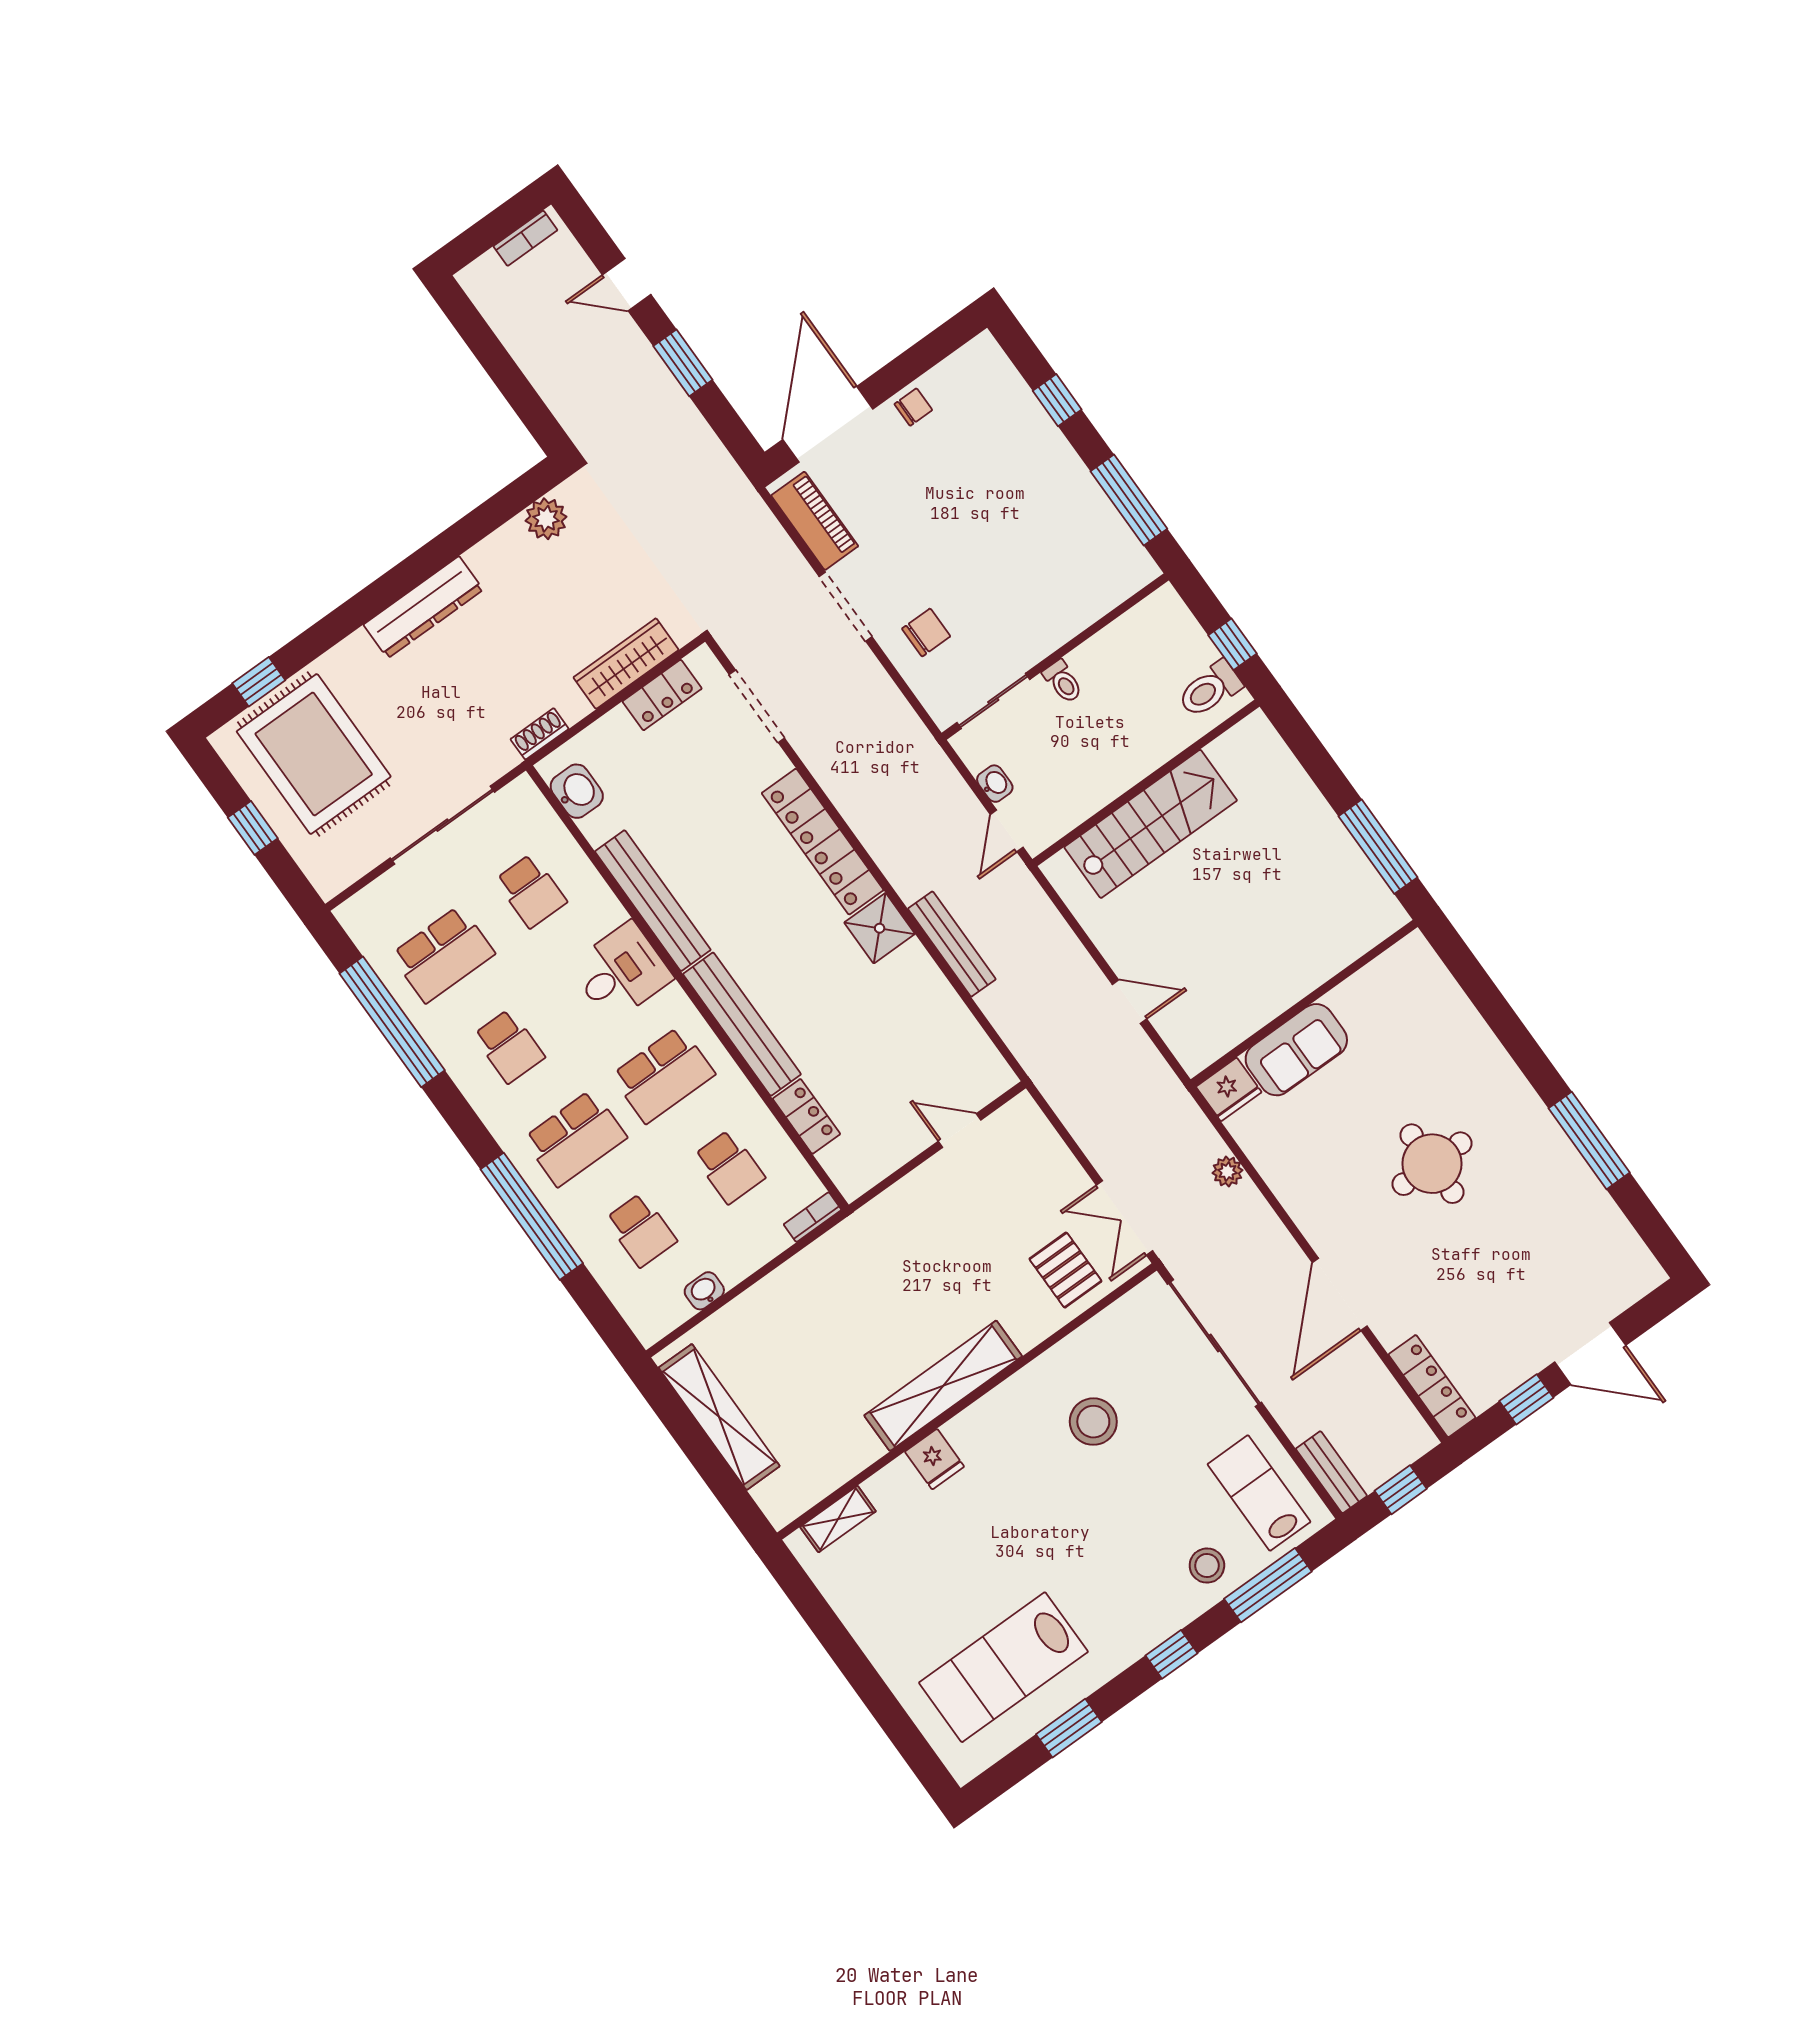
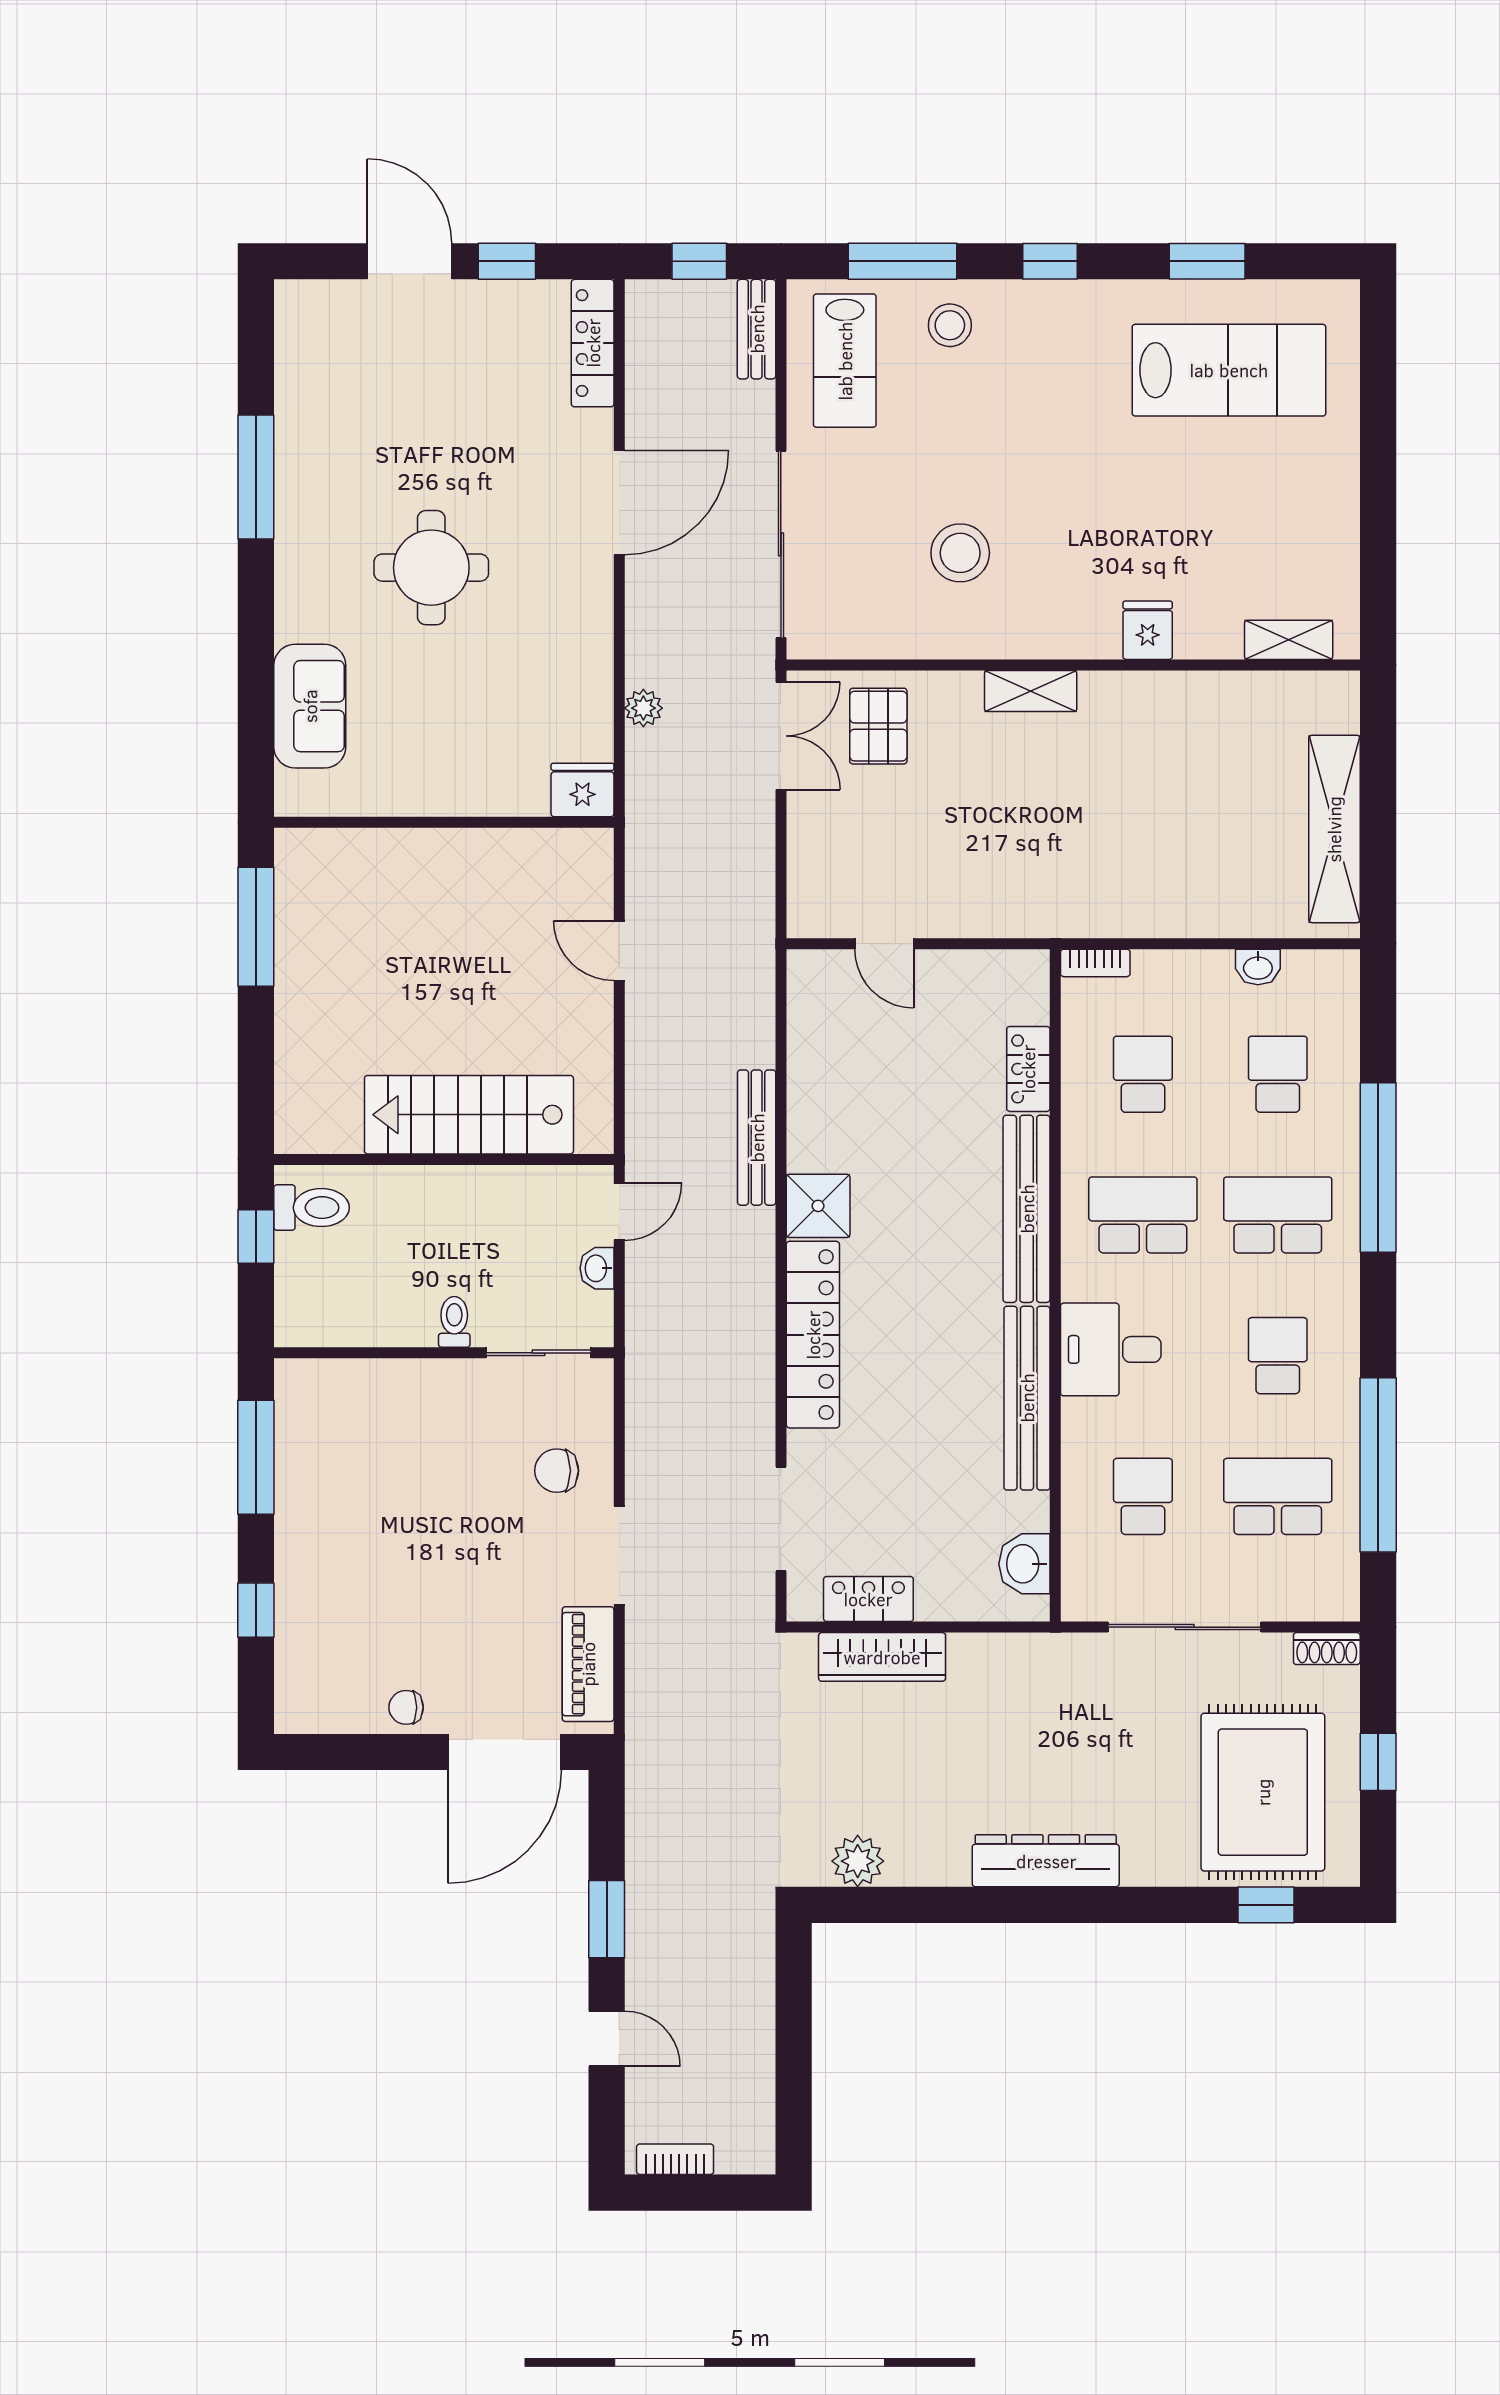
shoe rack: (540, 734) -> (1327, 1649), moved
sofa: (1296, 1050) -> (310, 706), moved, turned 90
shelving: (943, 1386) -> (1031, 691), width x0.45, depth x0.75

